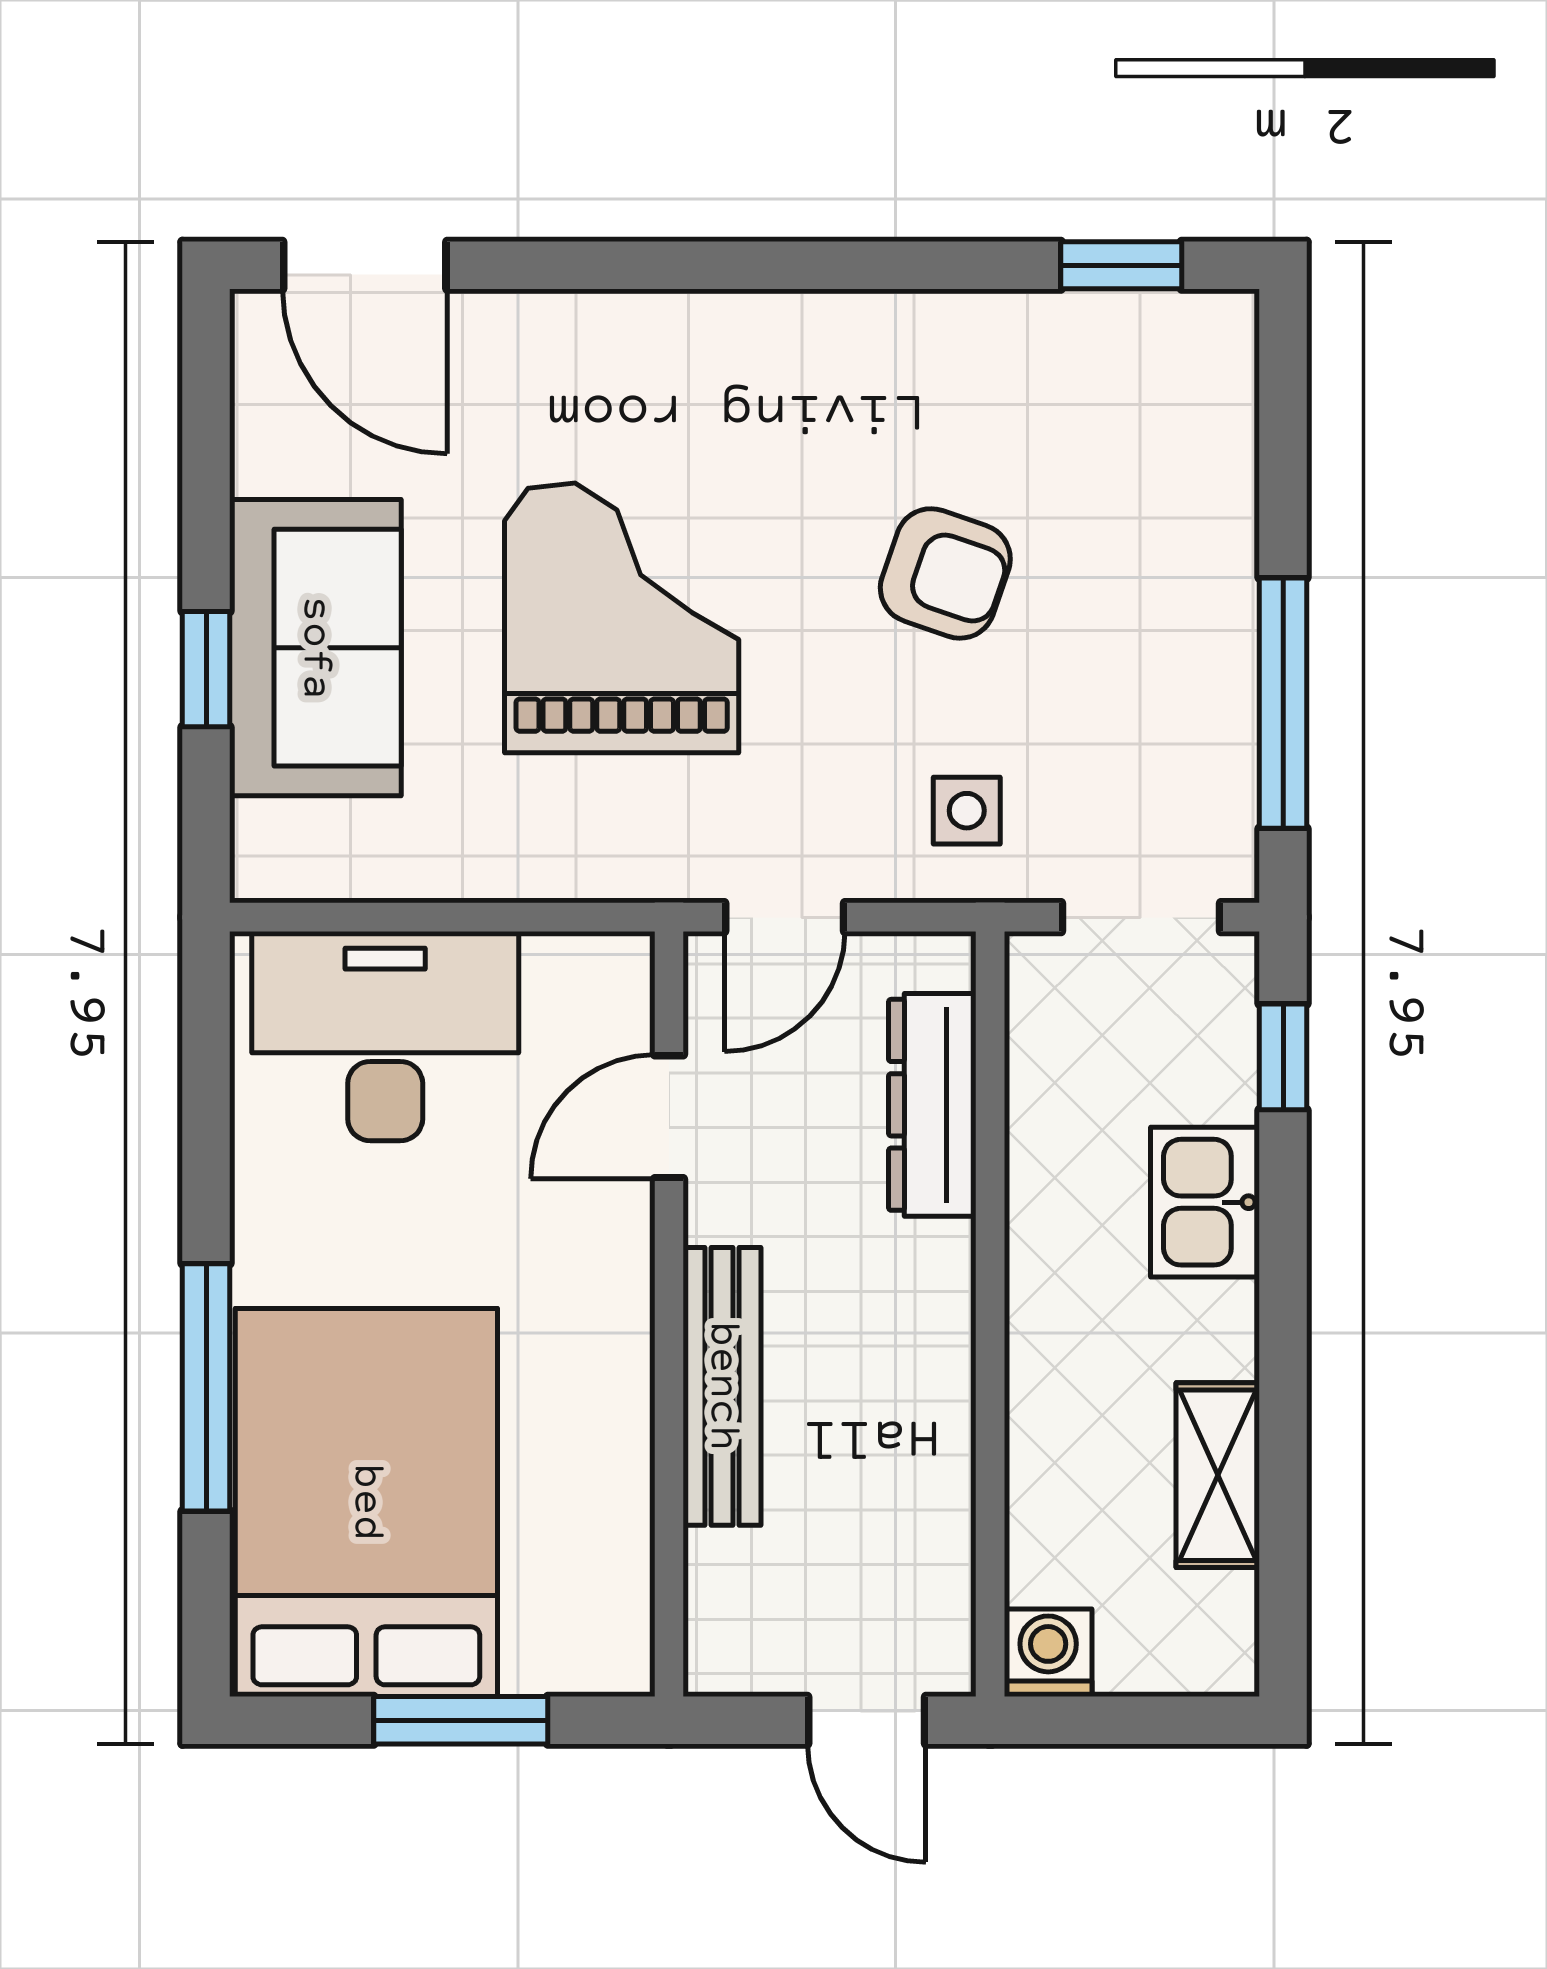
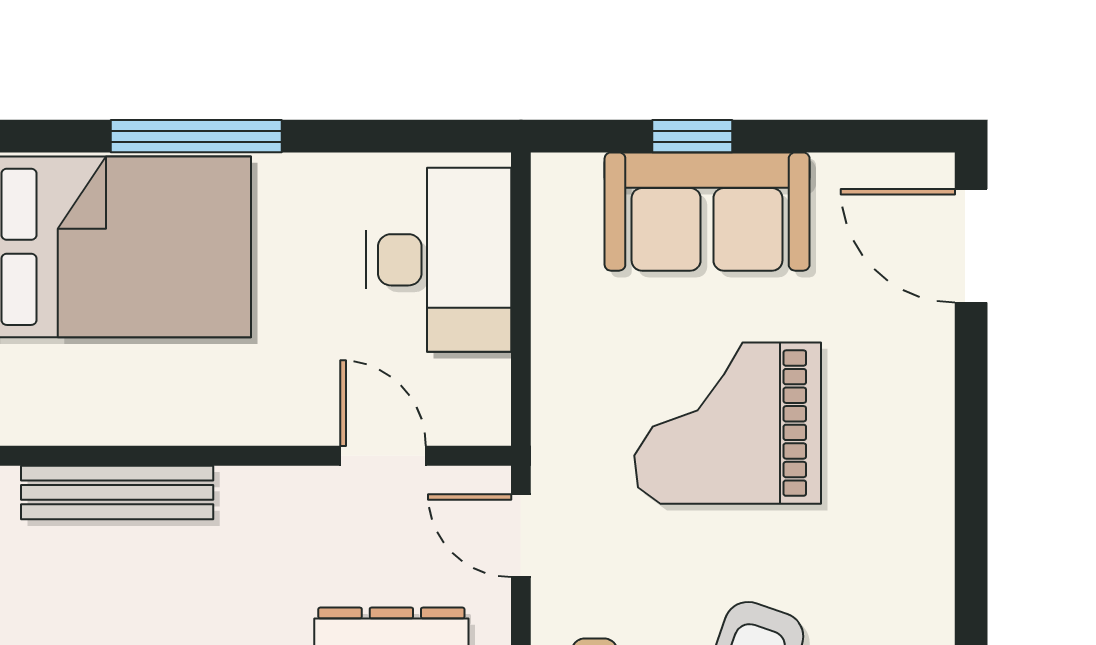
door: (365, 265) -> (971, 246), hinge flipped
grand piano: (622, 618) -> (728, 423), turned 180
bench: (722, 1386) -> (117, 492), moved

